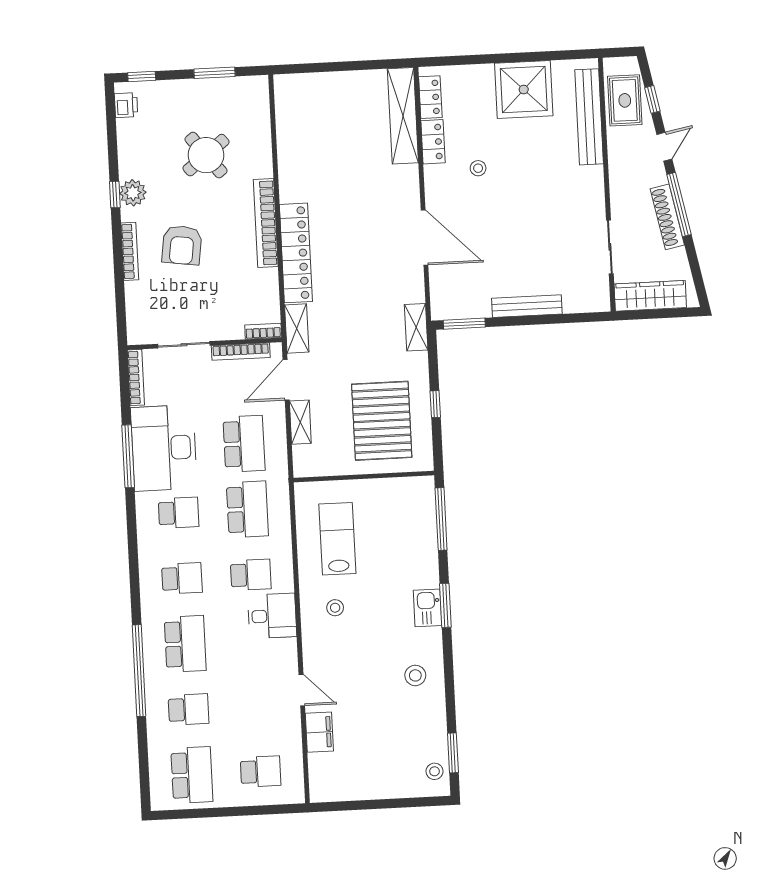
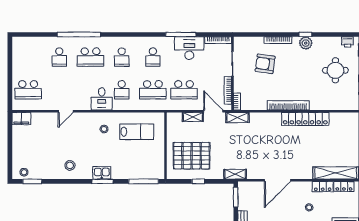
round table: (206, 155) -> (335, 70), moved, turned 38
armchair: (182, 245) -> (265, 64), moved
locker: (296, 253) -> (305, 119), moved
desk: (164, 448) -> (189, 48), width x0.73, depth x0.77
filing cabinet: (319, 732) -> (21, 119), moved
school desk: (261, 771) -> (28, 90), width x1.85
school desk: (192, 775) -> (28, 57), removed

